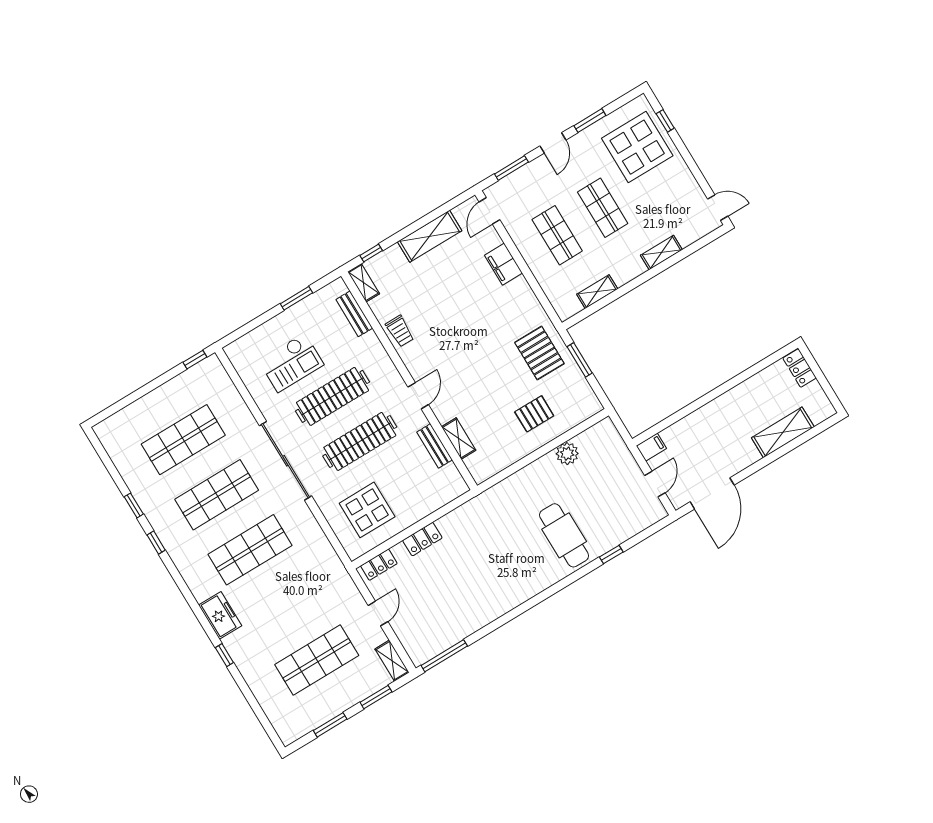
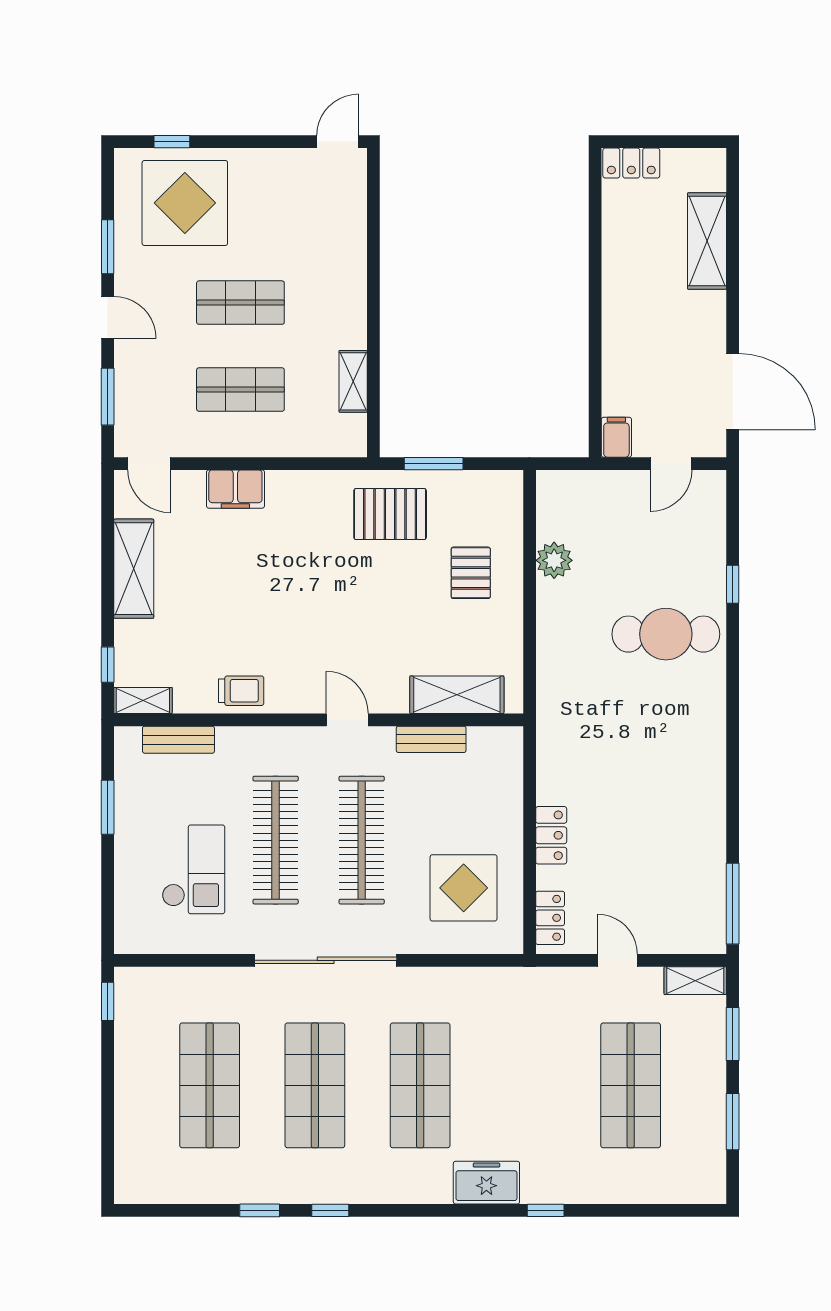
shelving: (661, 253) -> (353, 258), removed
shelving: (459, 439) -> (457, 695), width x1.50, depth x1.33
door: (655, 484) -> (671, 464), swing flipped

